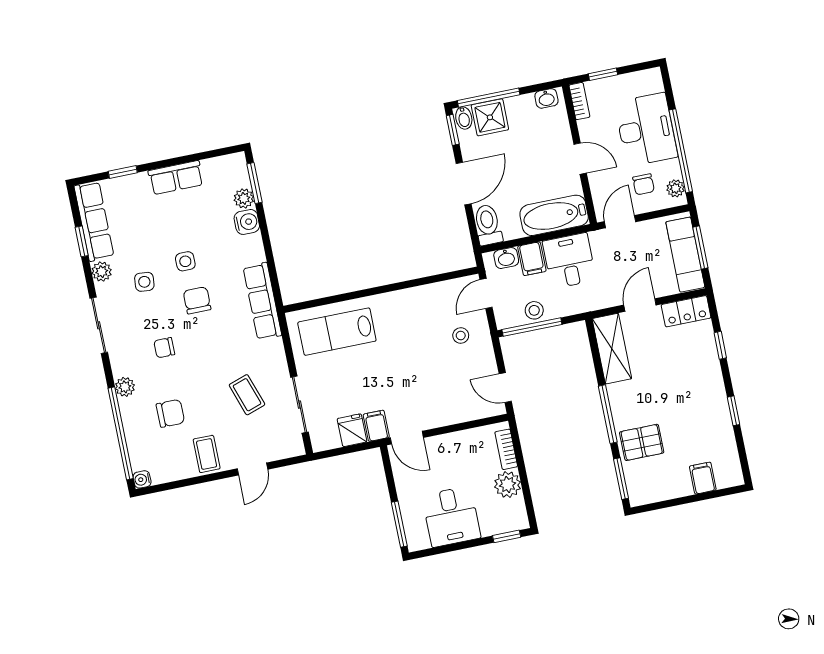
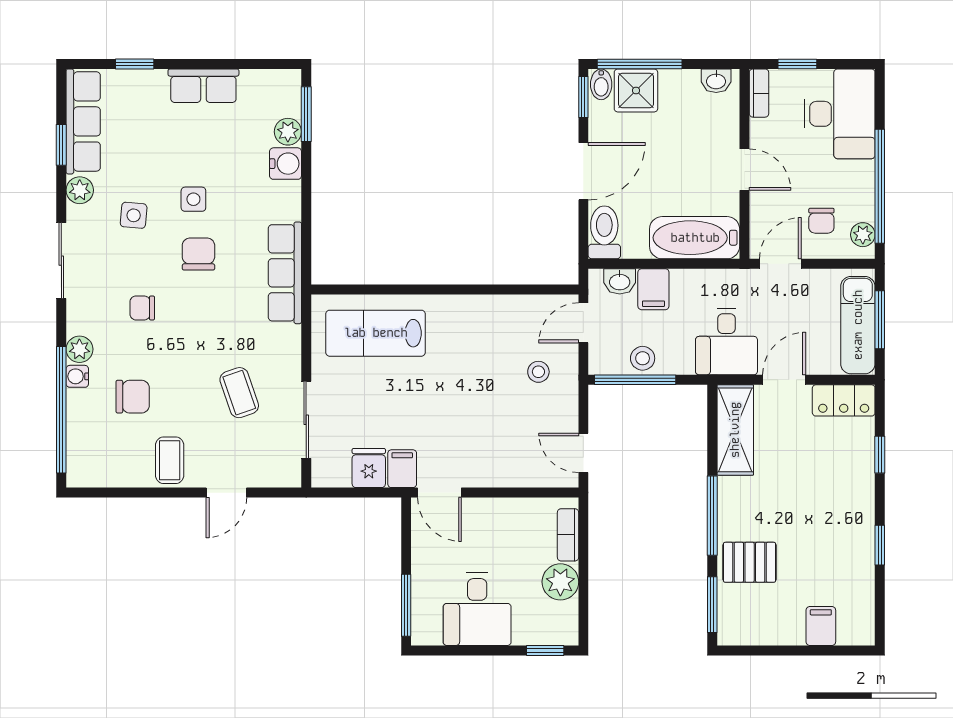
desk: (646, 130) -> (840, 114), moved
desk: (569, 261) -> (726, 342), moved, turned 180
water cooler: (142, 479) -> (77, 376), moved

